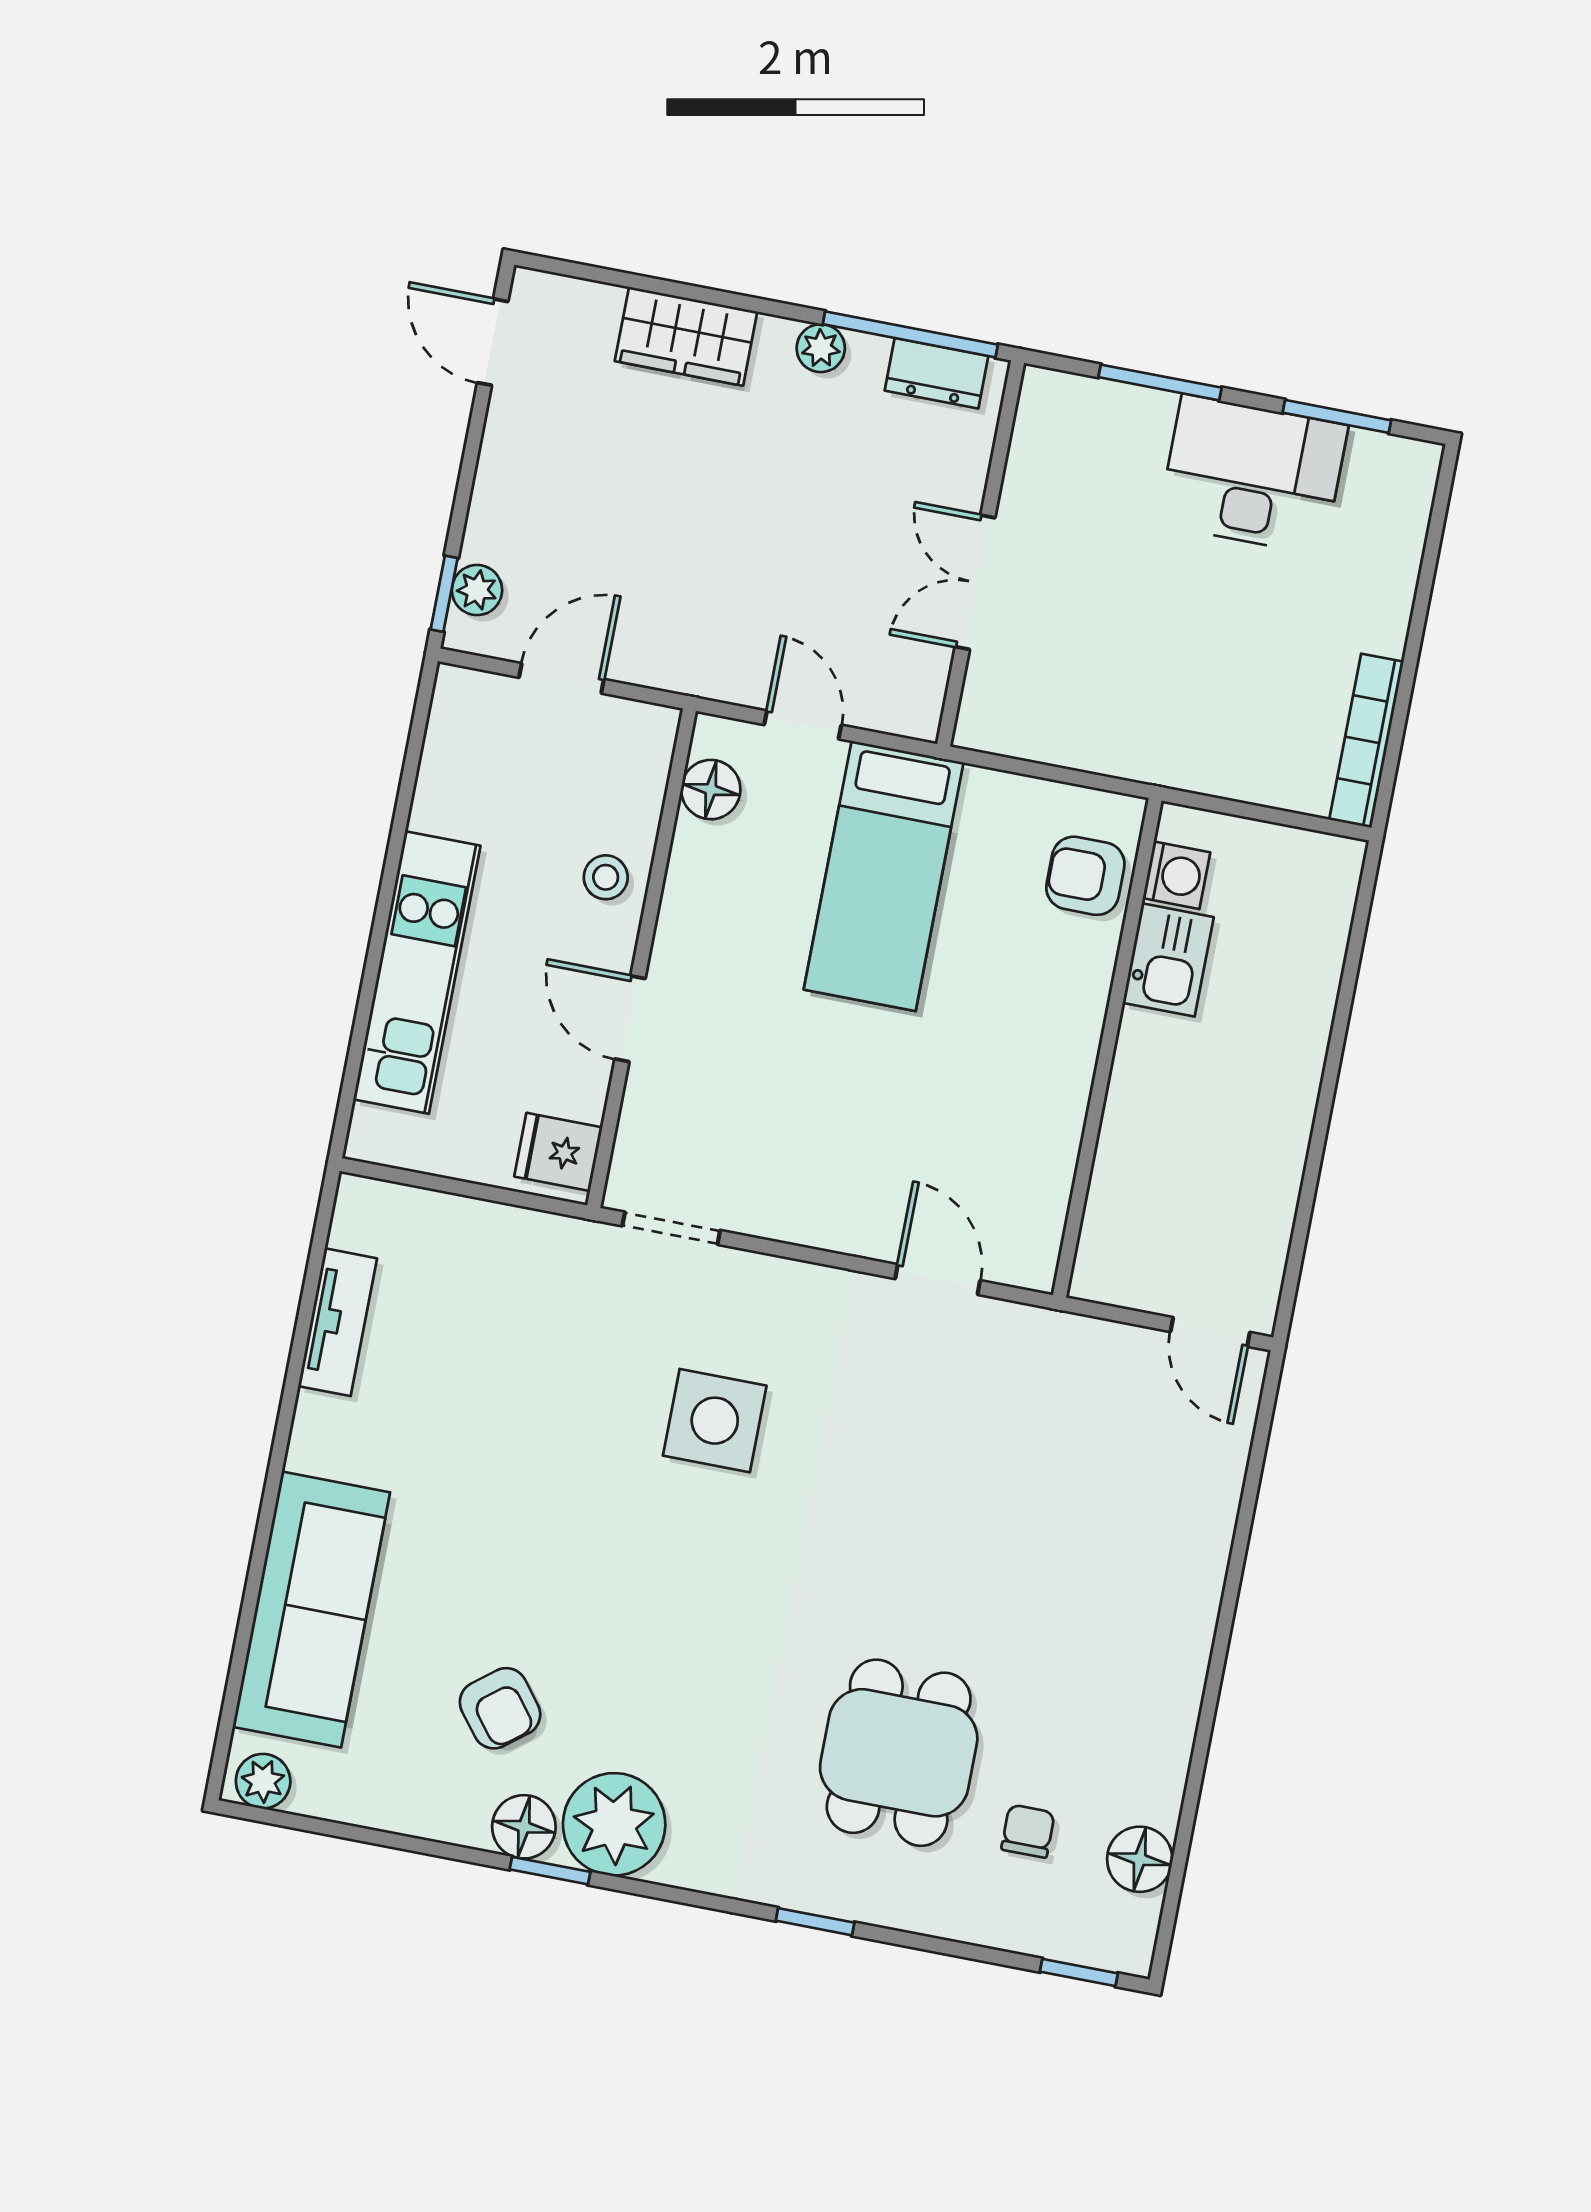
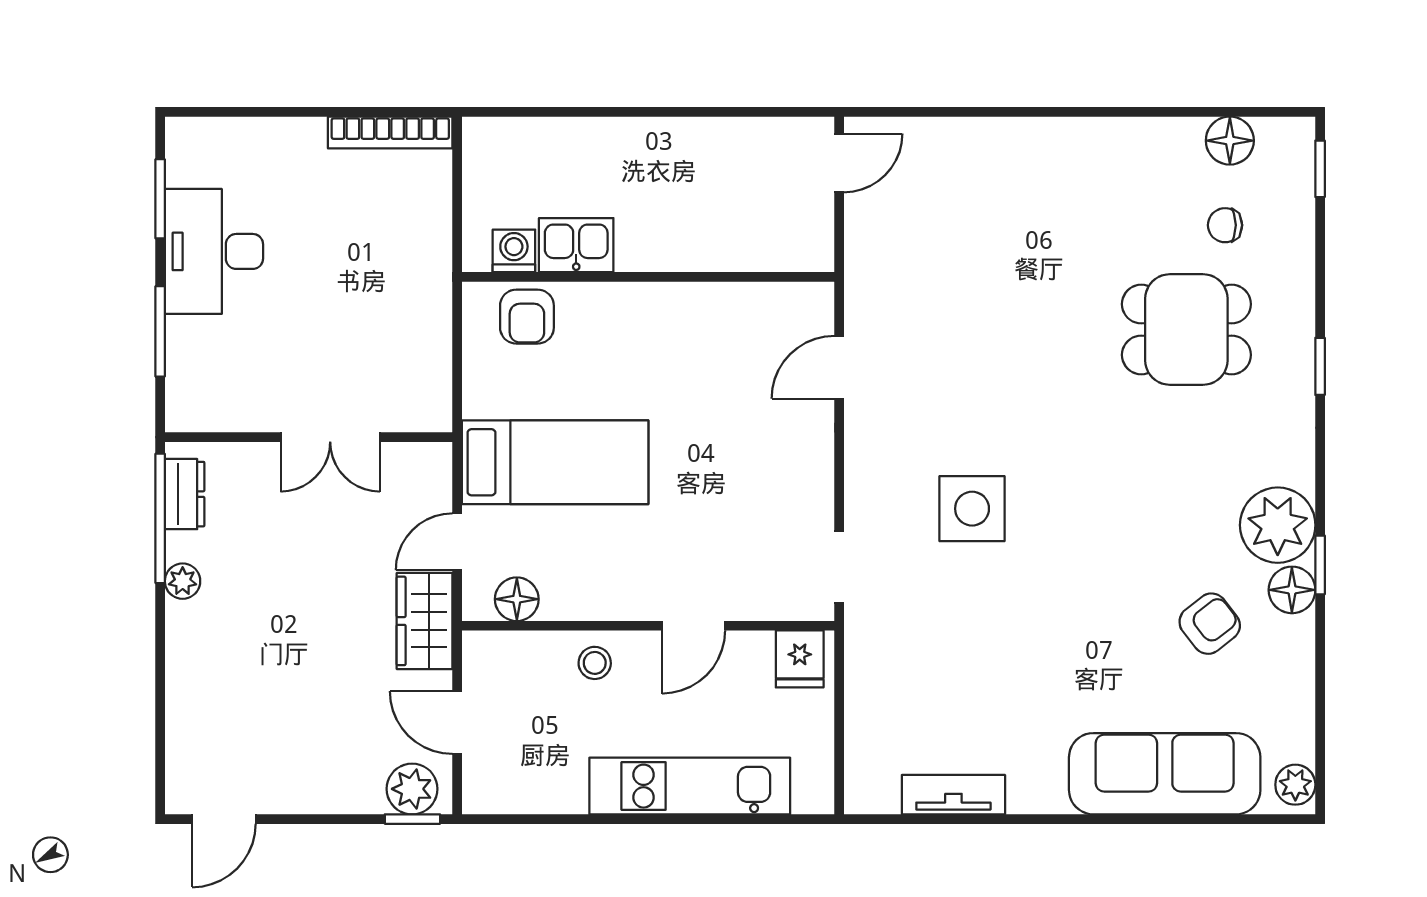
wardrobe: (686, 336) -> (425, 621), moved, turned 180
plant: (477, 590) -> (412, 789), width x1.38, depth x1.38

